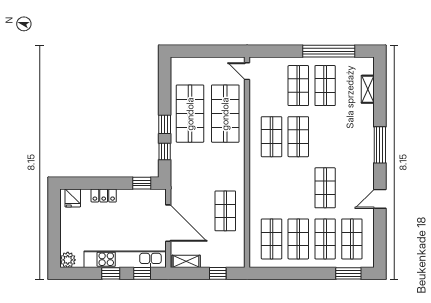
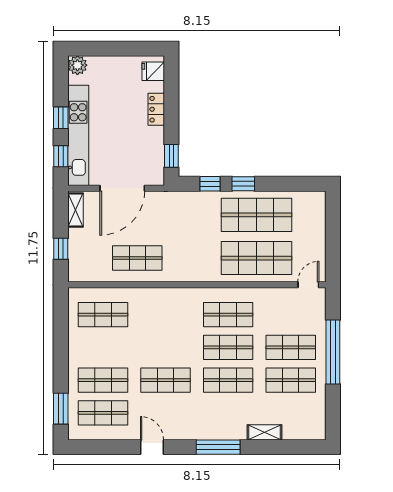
window: (329, 51) -> (333, 352), moved
shelving: (368, 89) -> (265, 432), moved
shop shelf: (298, 239) -> (228, 380), moved

